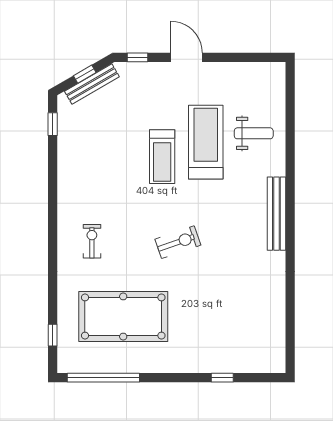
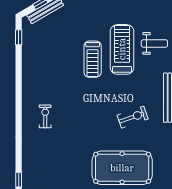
exercise bike: (178, 242) -> (133, 117), moved
pool table: (123, 317) -> (122, 168), moved

